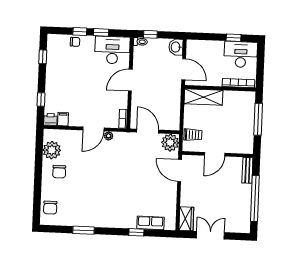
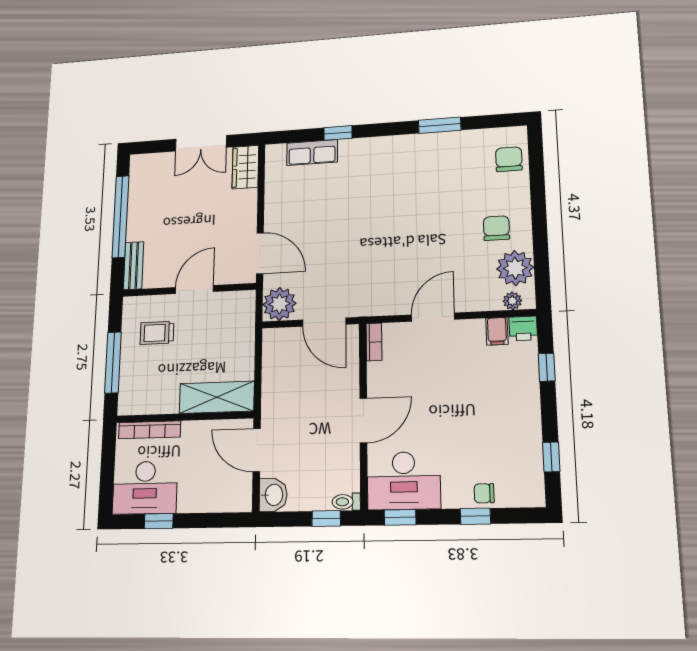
window: (101, 32) -> (400, 517), moved
trolley: (193, 135) -> (157, 333), moved
plant: (109, 136) -> (512, 301), moved

